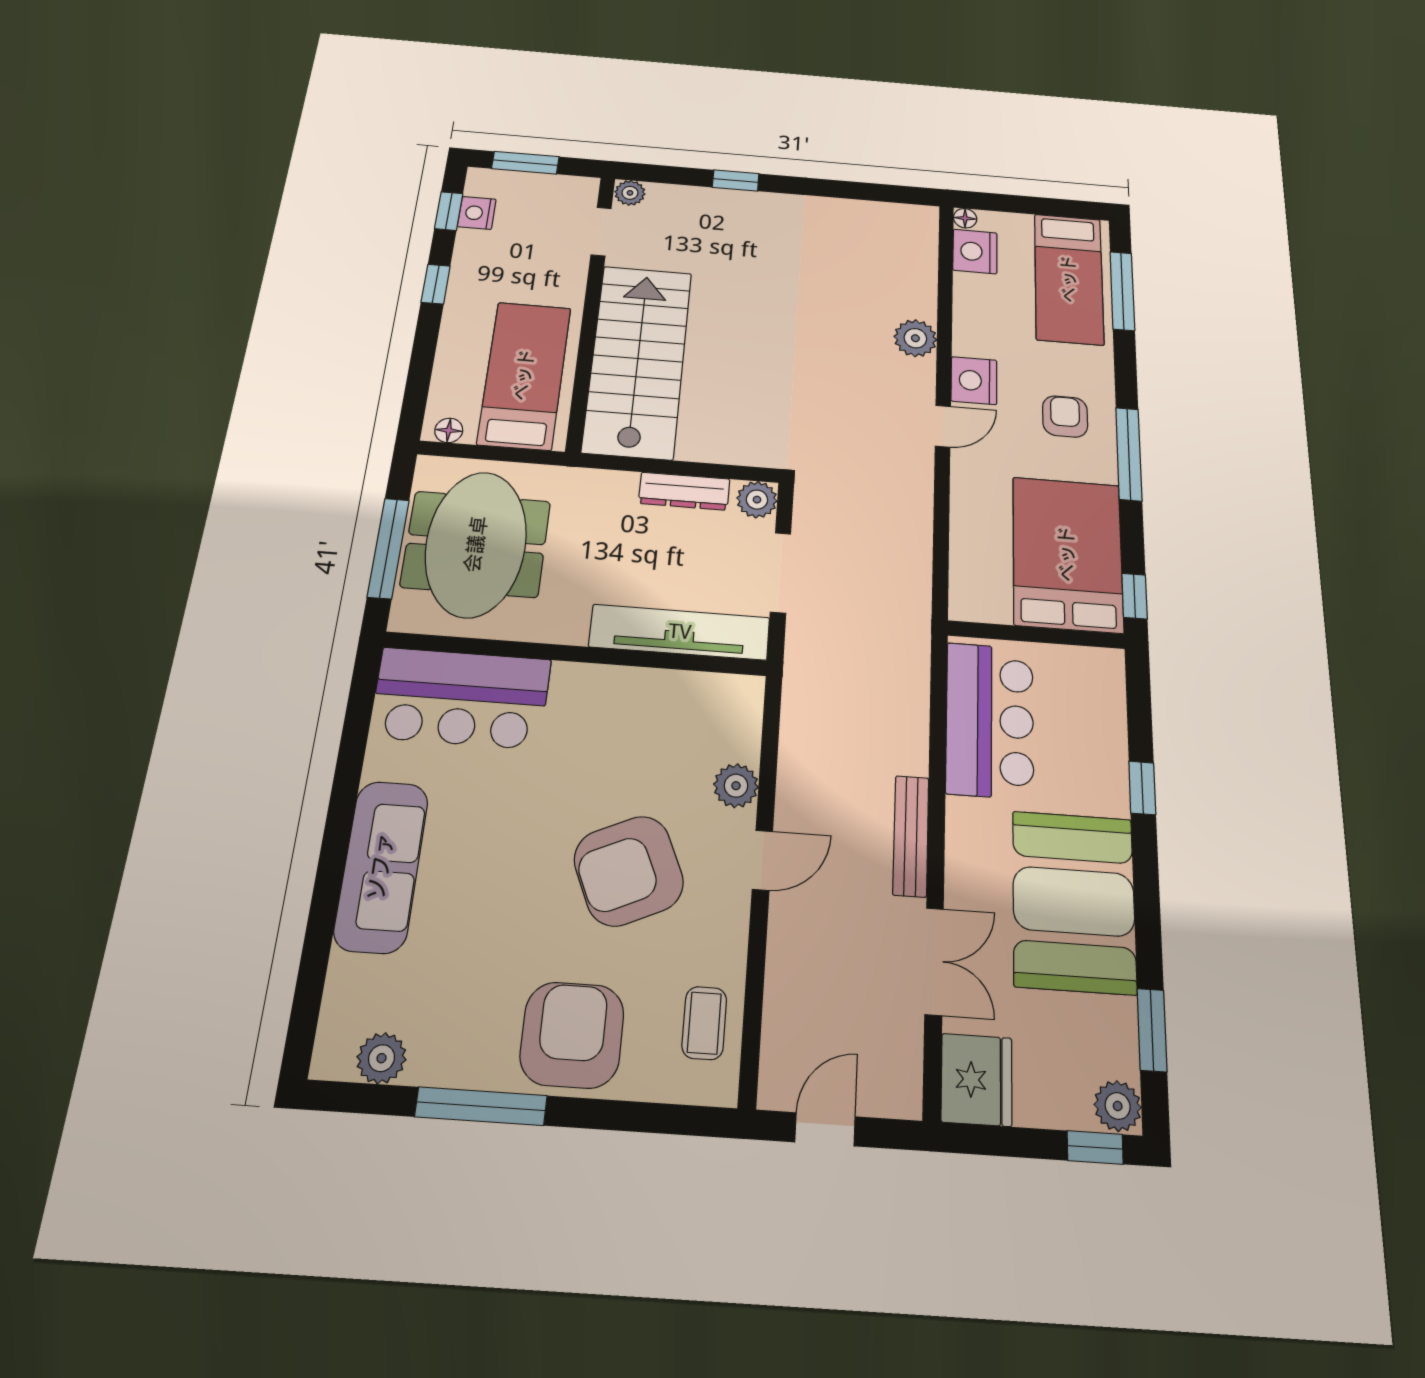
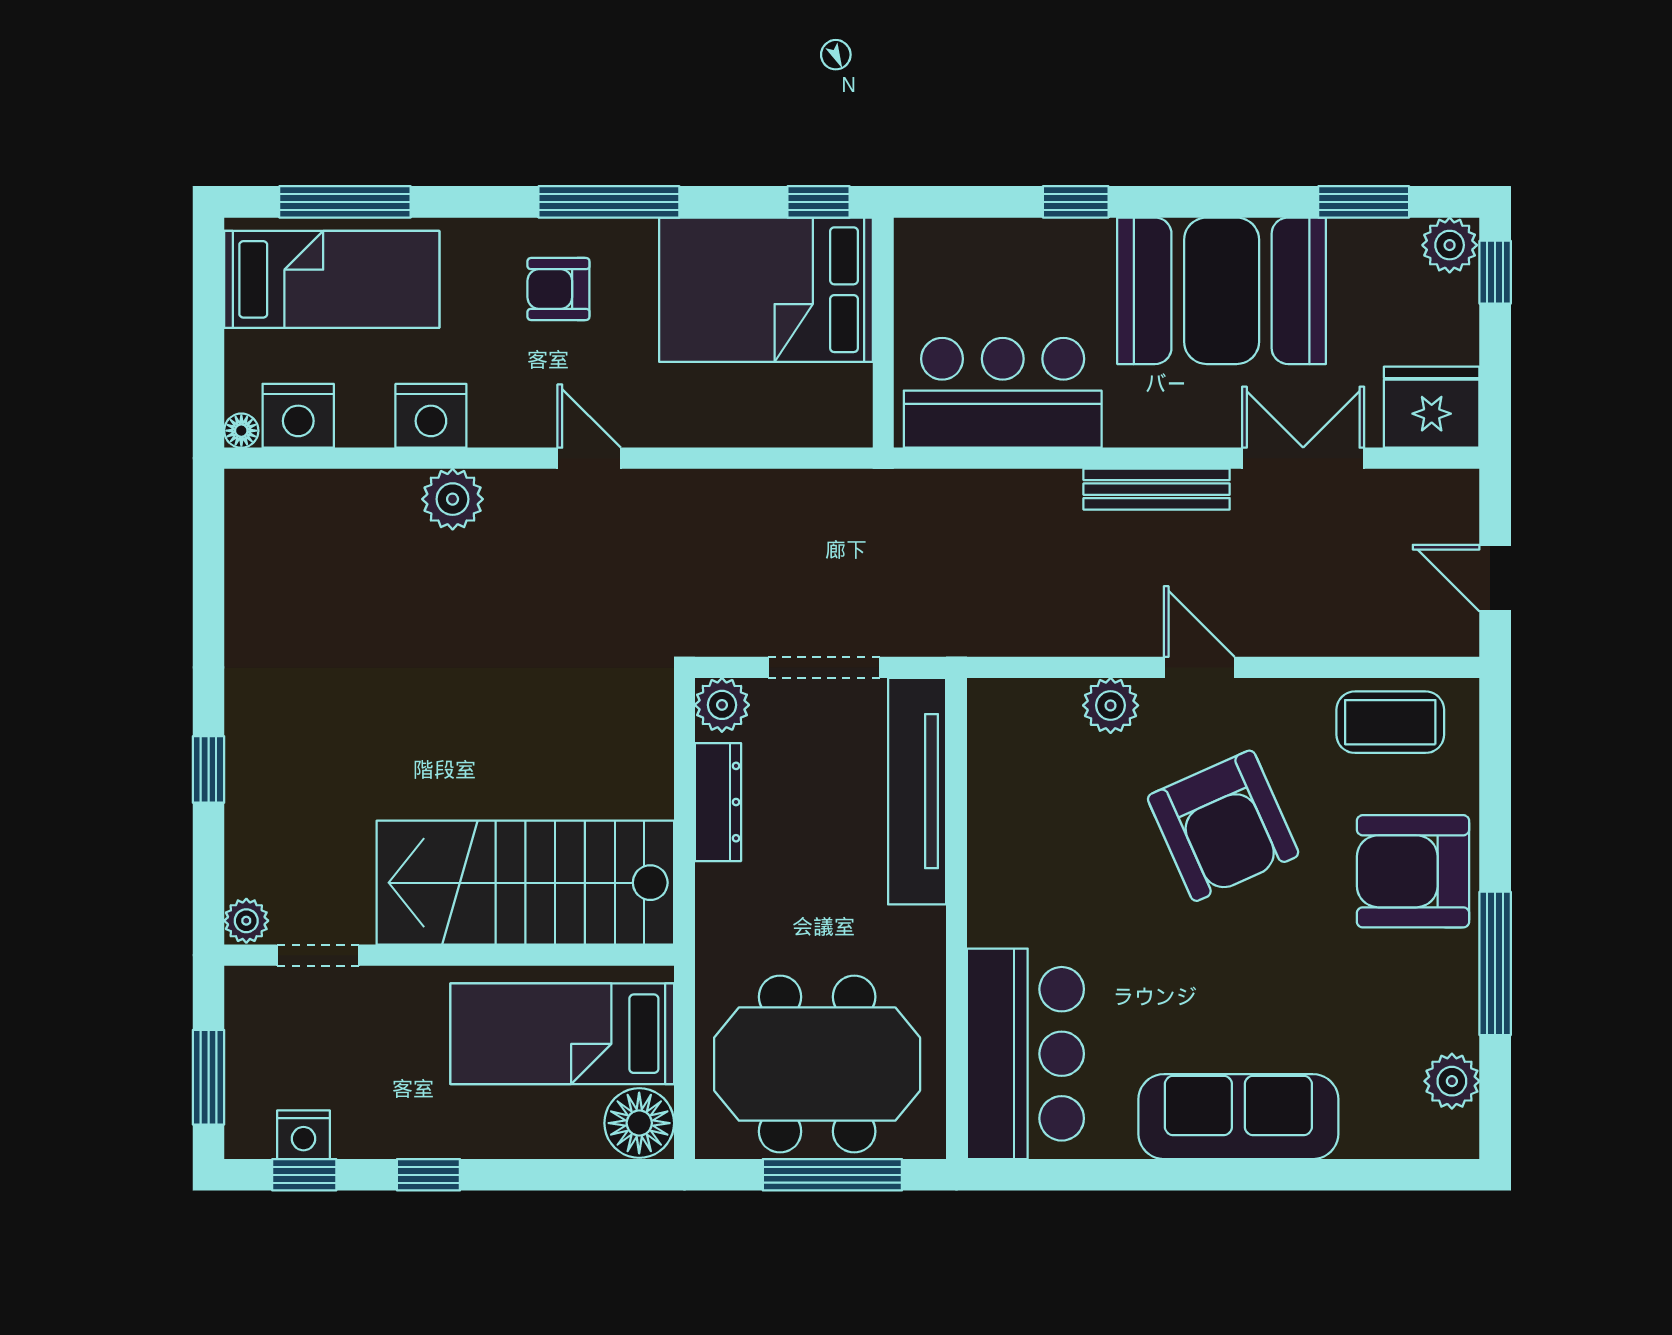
nightstand: (974, 381) -> (431, 416), moved
floor lamp: (449, 430) -> (639, 1123), width x1.89, depth x1.89
coffee table: (704, 1023) -> (1390, 722), width x1.36, depth x1.30

